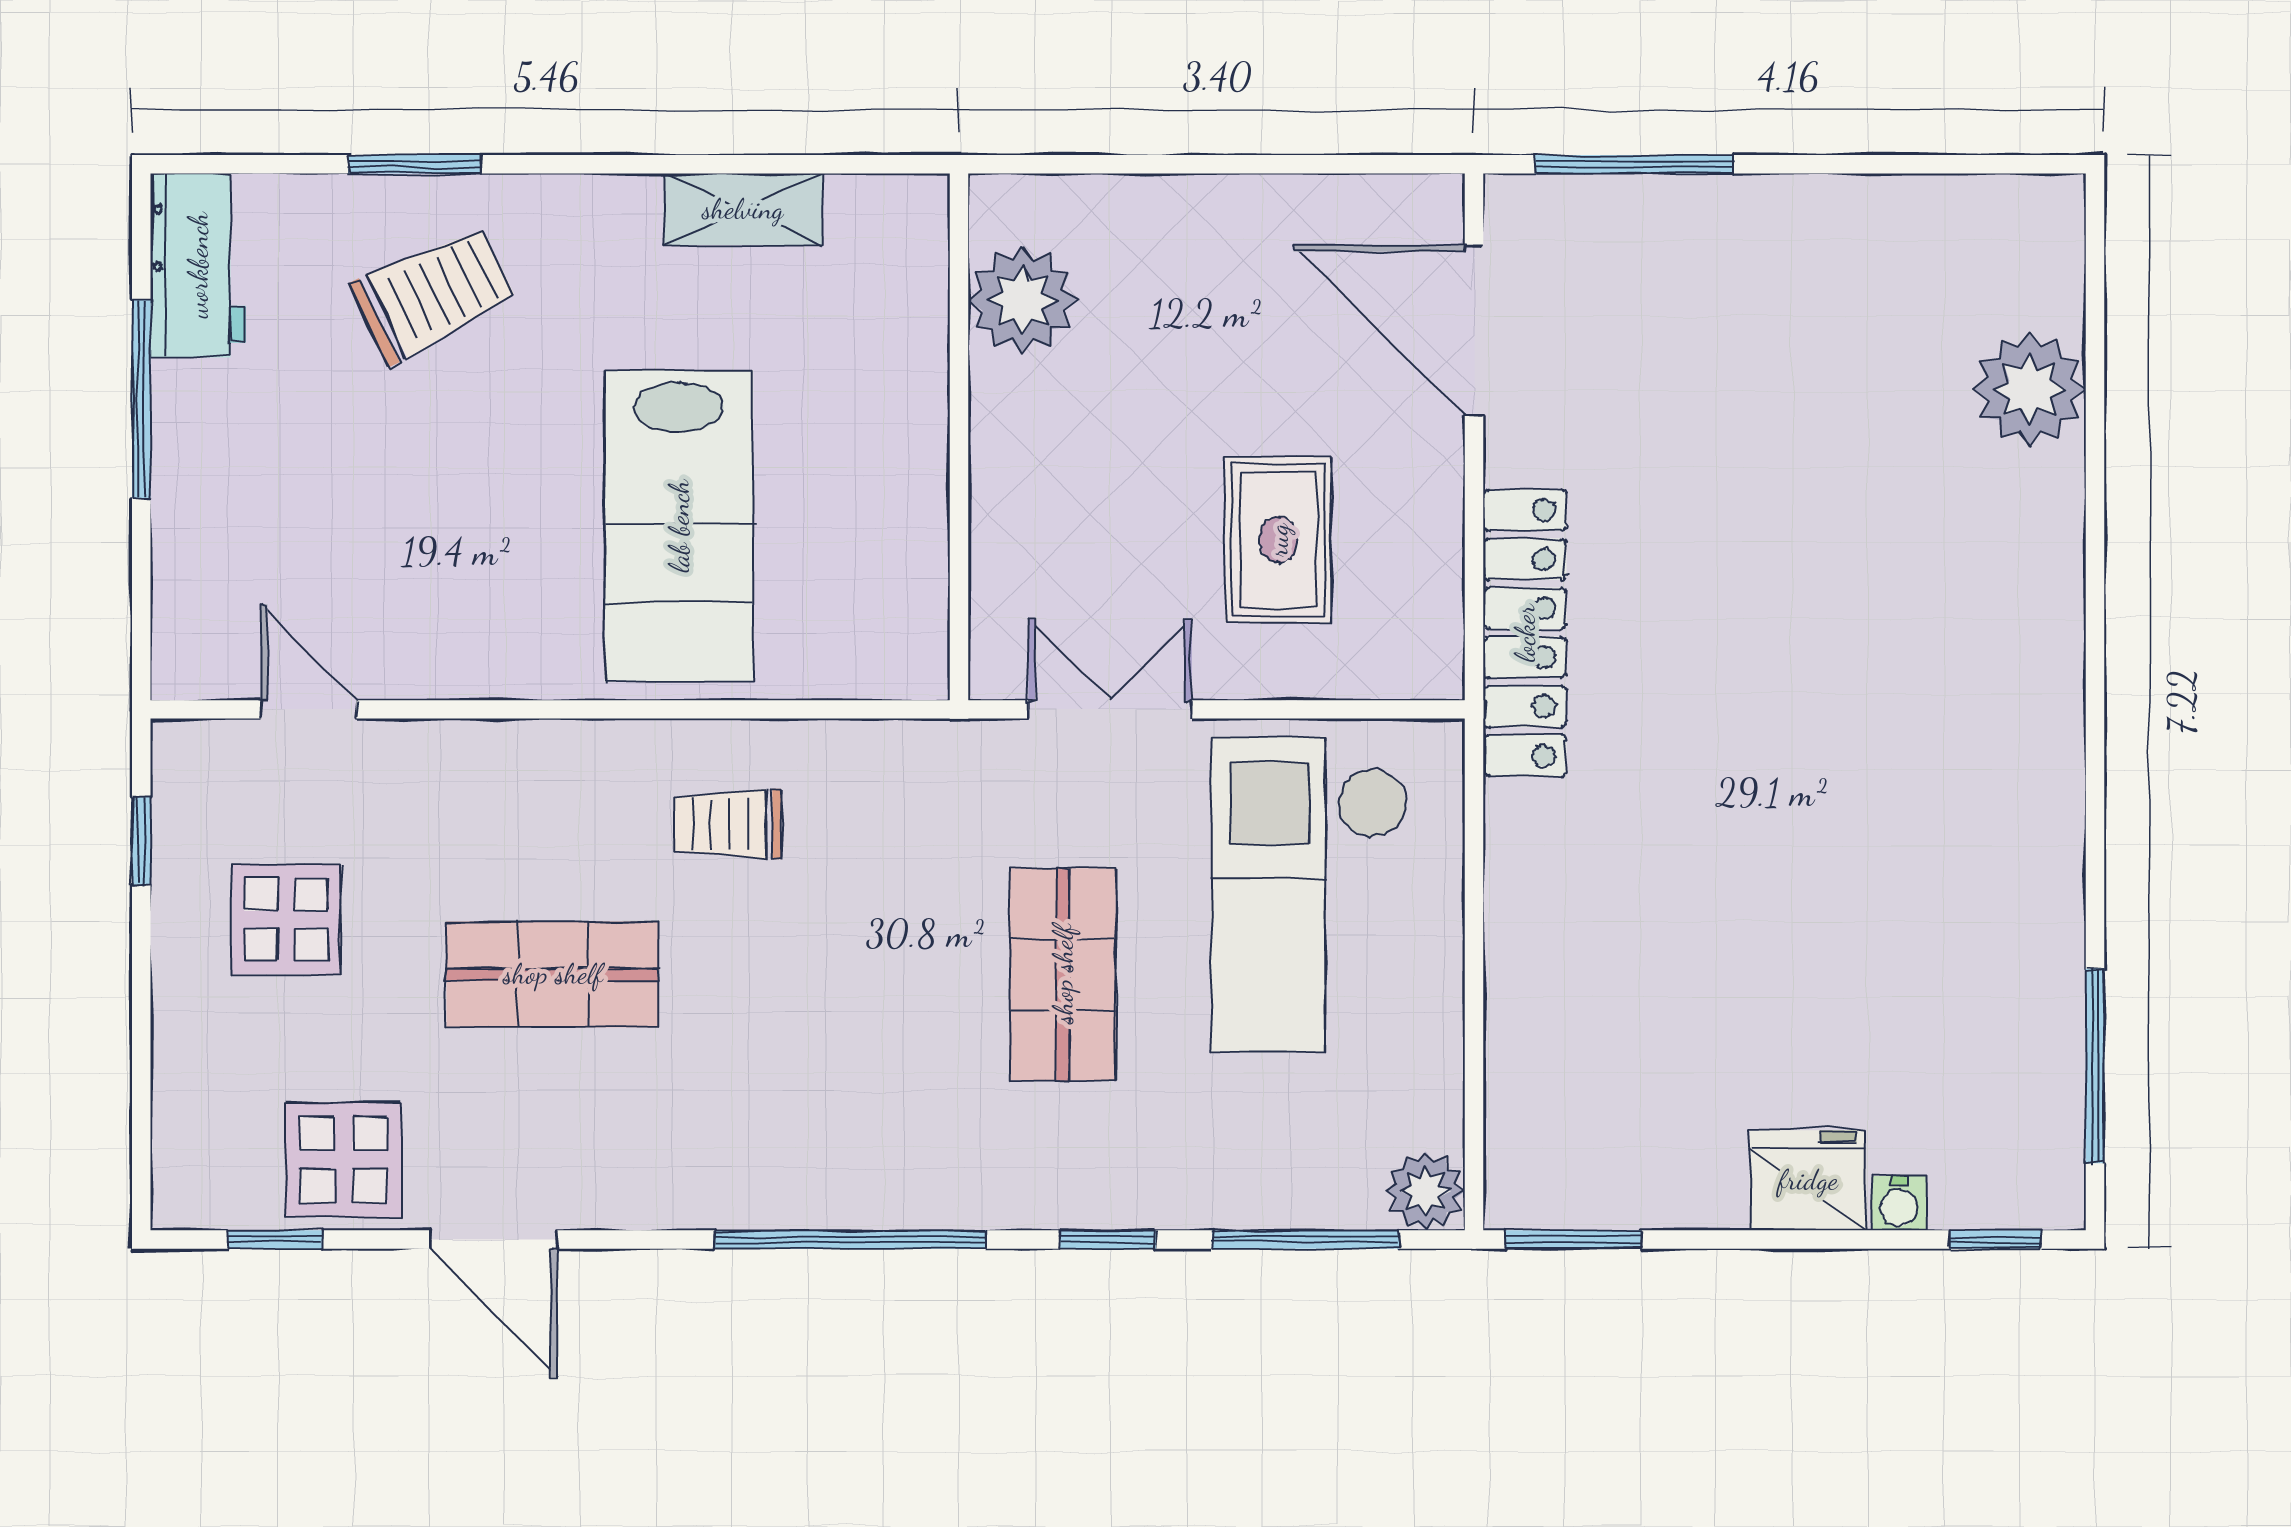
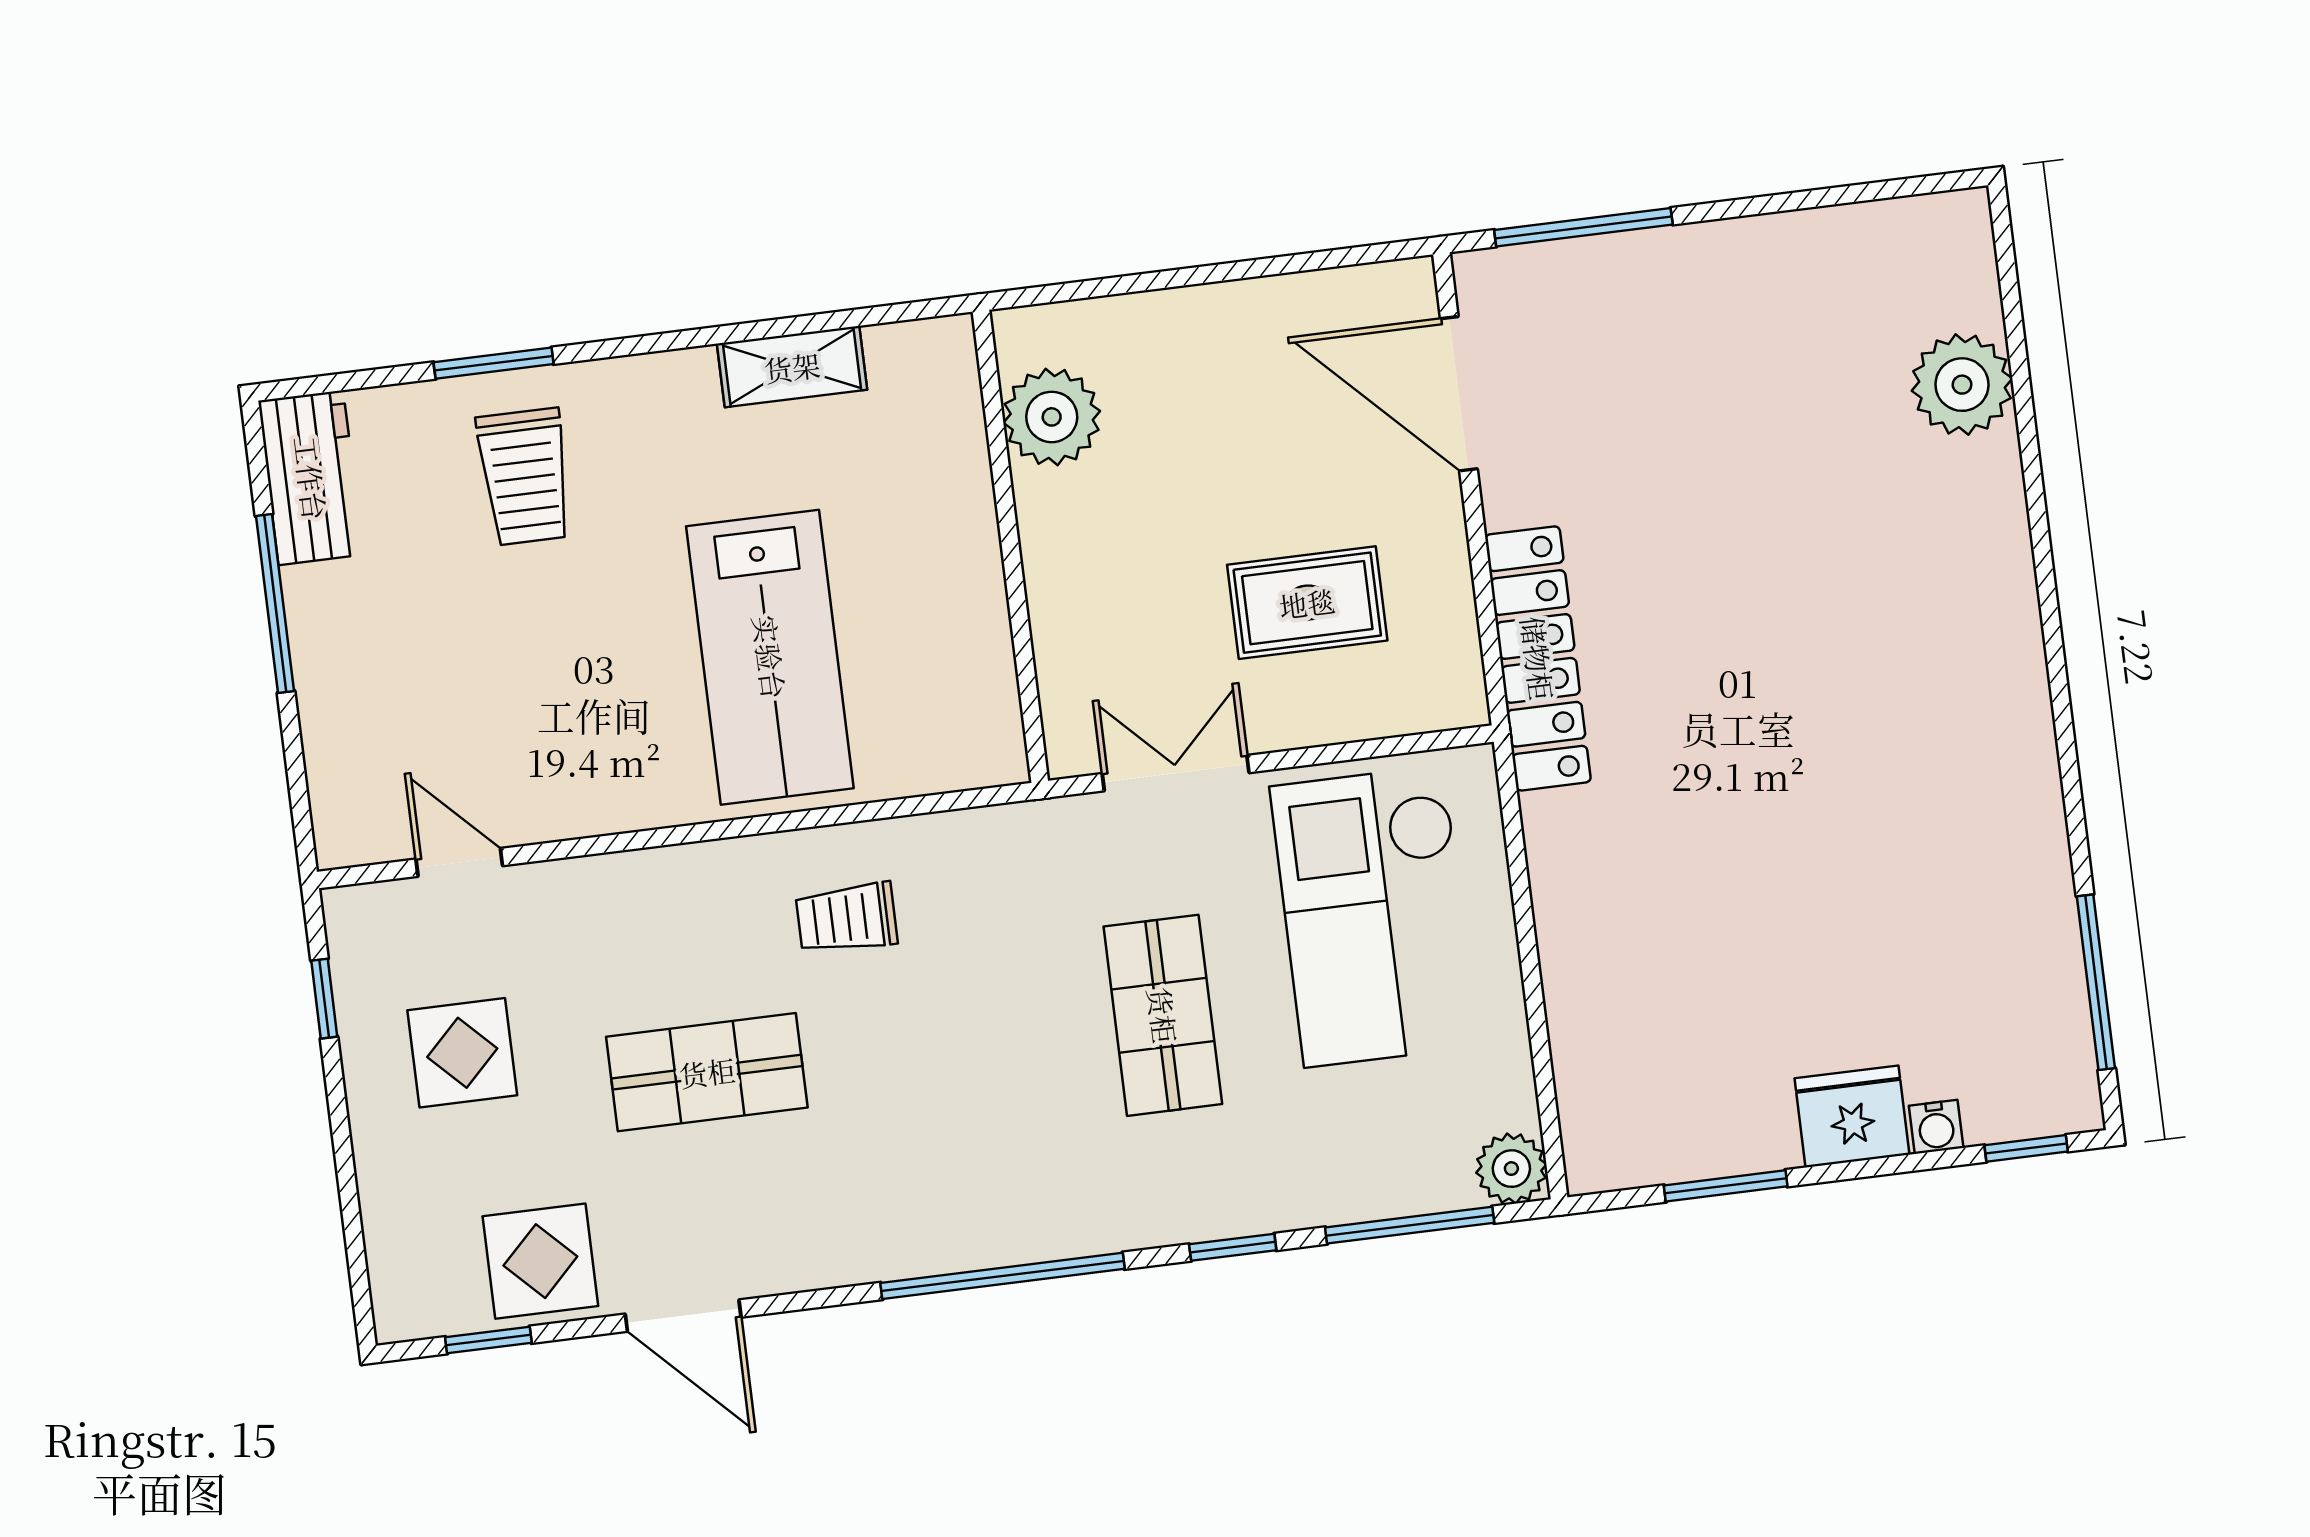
trolley: (434, 294) -> (525, 477), turned 116
rug: (1278, 540) -> (1307, 603), turned 90
window: (1573, 1239) -> (1726, 1186), moved

